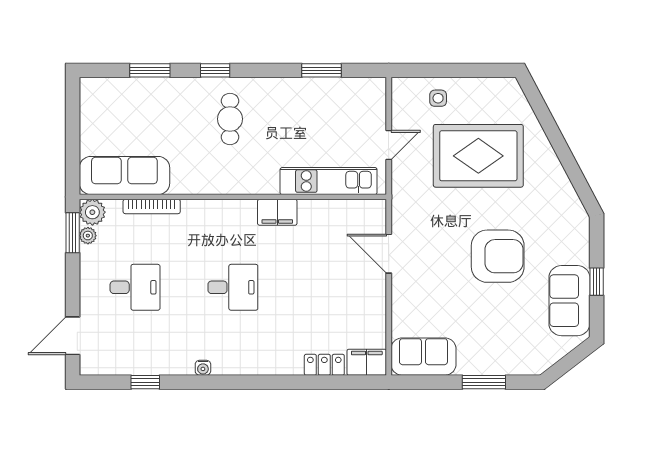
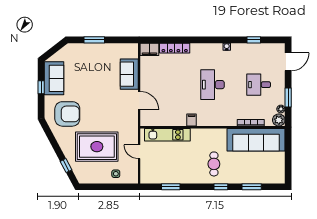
window: (544, 115) -> (66, 166), added
door: (389, 145) -> (139, 152), hinge flipped
sofa: (124, 175) -> (256, 140), width x1.36, depth x1.27
filing cabinet: (277, 212) -> (192, 120), width x0.50
window: (73, 233) -> (288, 97), moved
armchair: (498, 256) -> (67, 114), moved, turned 180
desk: (233, 287) -> (213, 85), width x1.37
sofa: (423, 357) -> (129, 74), moved, turned 90
locker: (324, 365) -> (175, 48), width x1.53

